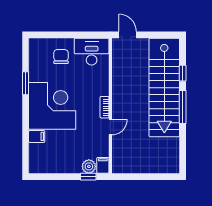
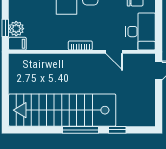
stairs: (164, 87) -> (62, 110), moved
door: (110, 127) -> (114, 52), moved

